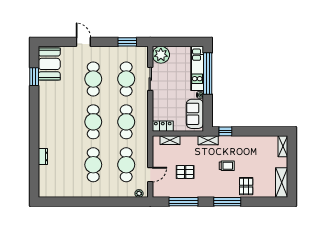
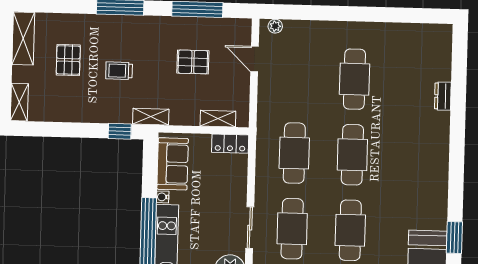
cafe table: (126, 165) -> (296, 77), removed
door: (150, 175) -> (255, 59), hinge flipped
pallet: (246, 186) -> (68, 60), moved

